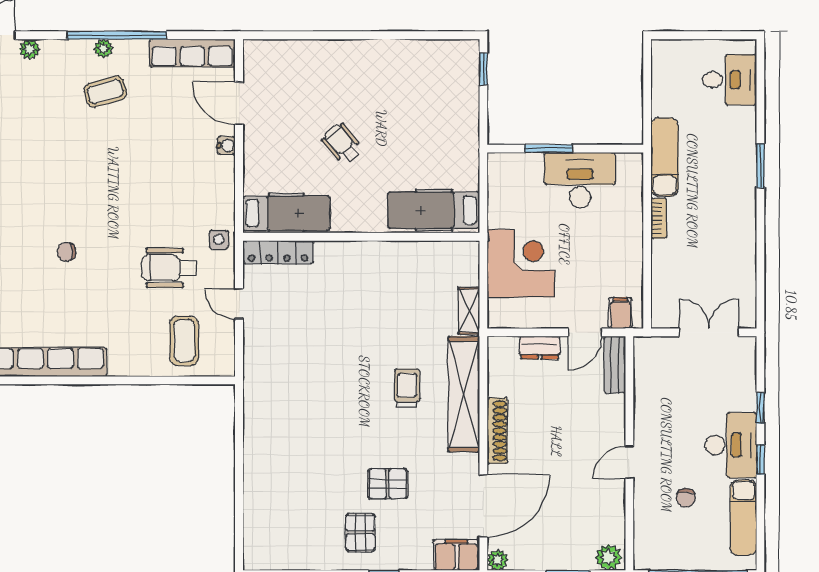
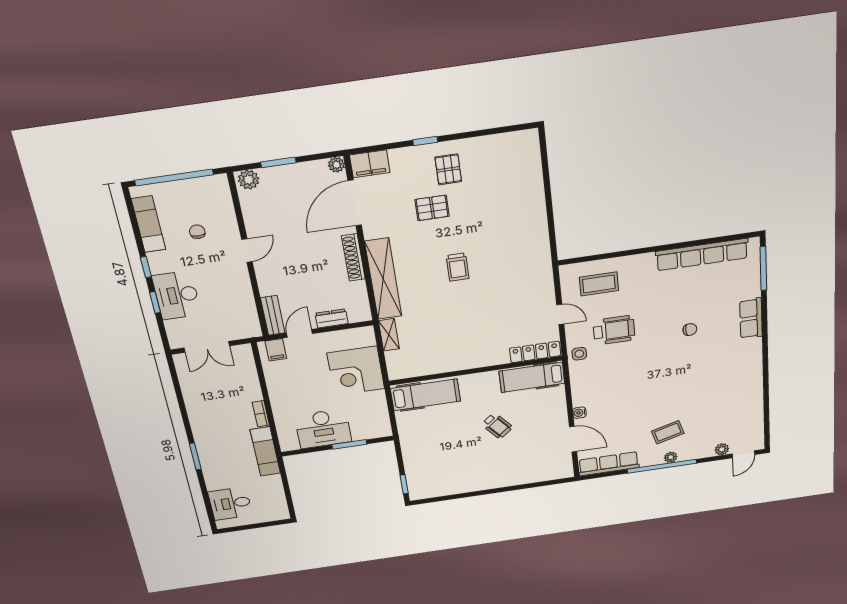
coffee table: (184, 341) -> (599, 284), turned 90
trolley: (407, 388) -> (458, 267), moved
desk: (731, 445) -> (177, 295), moved

